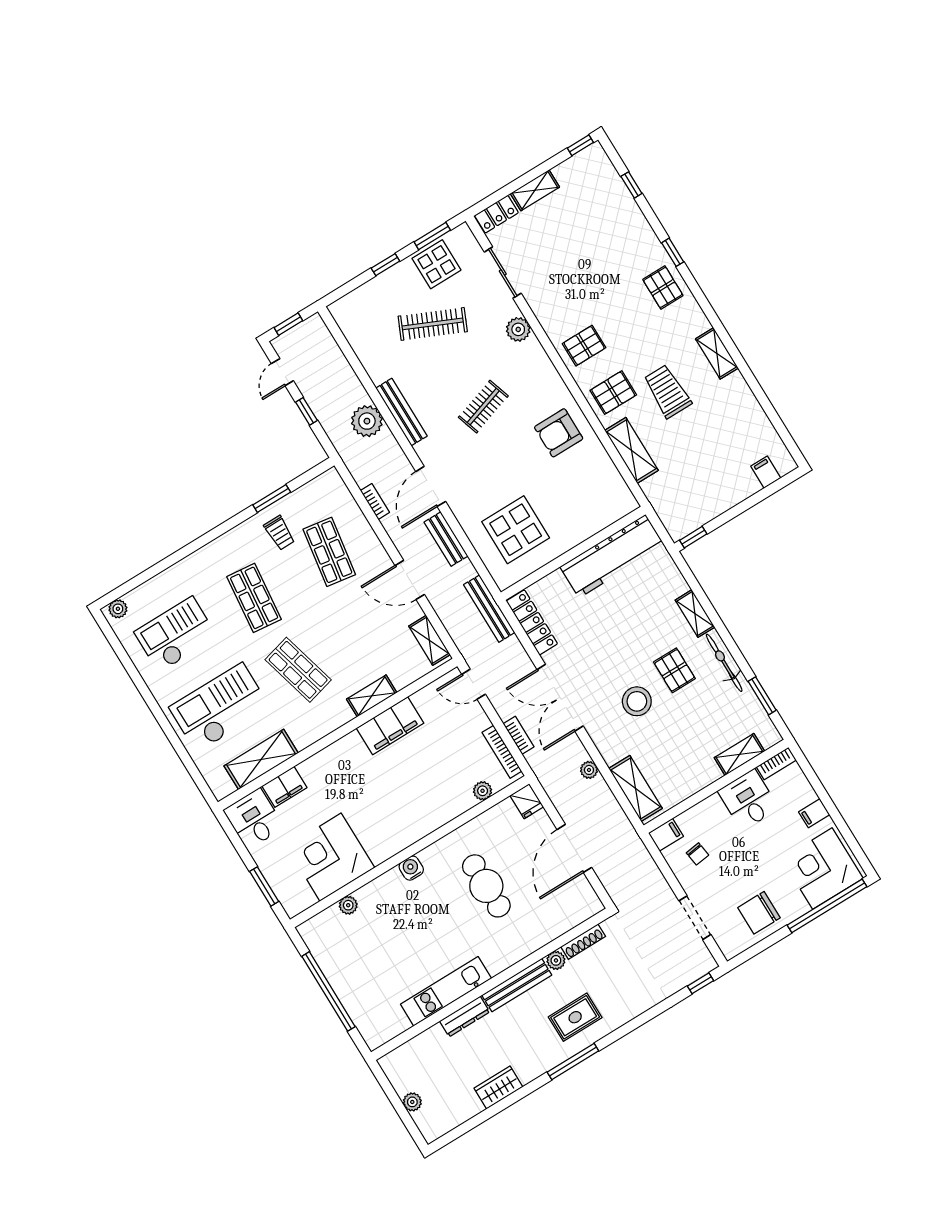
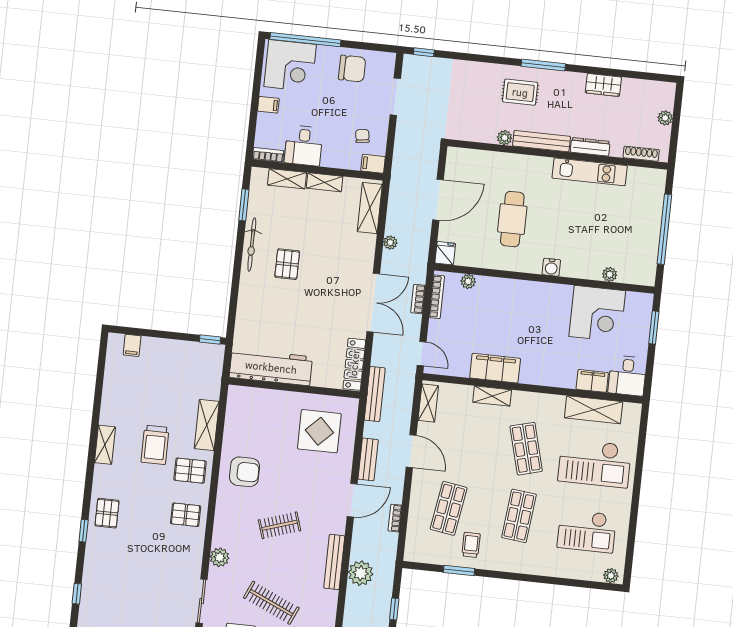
shelving: (695, 614) -> (325, 182), moved, turned 90
stool: (637, 701) -> (326, 263), removed
shoe rack: (583, 942) -> (641, 154), moved

